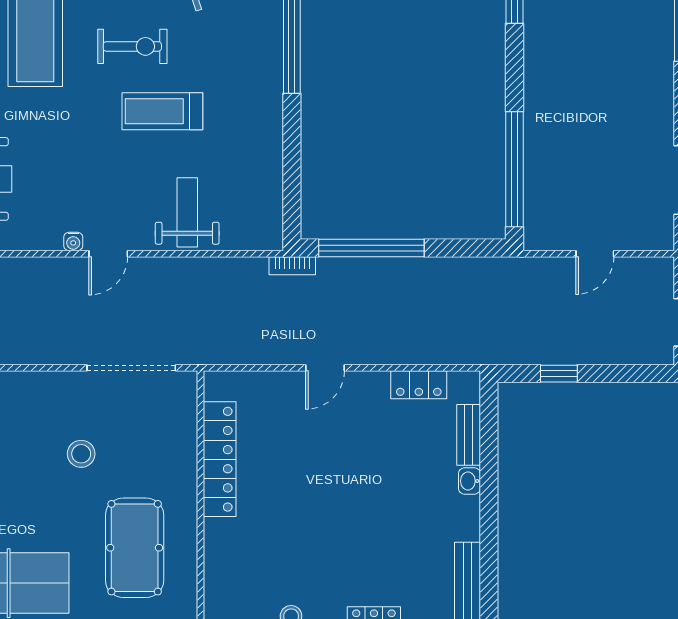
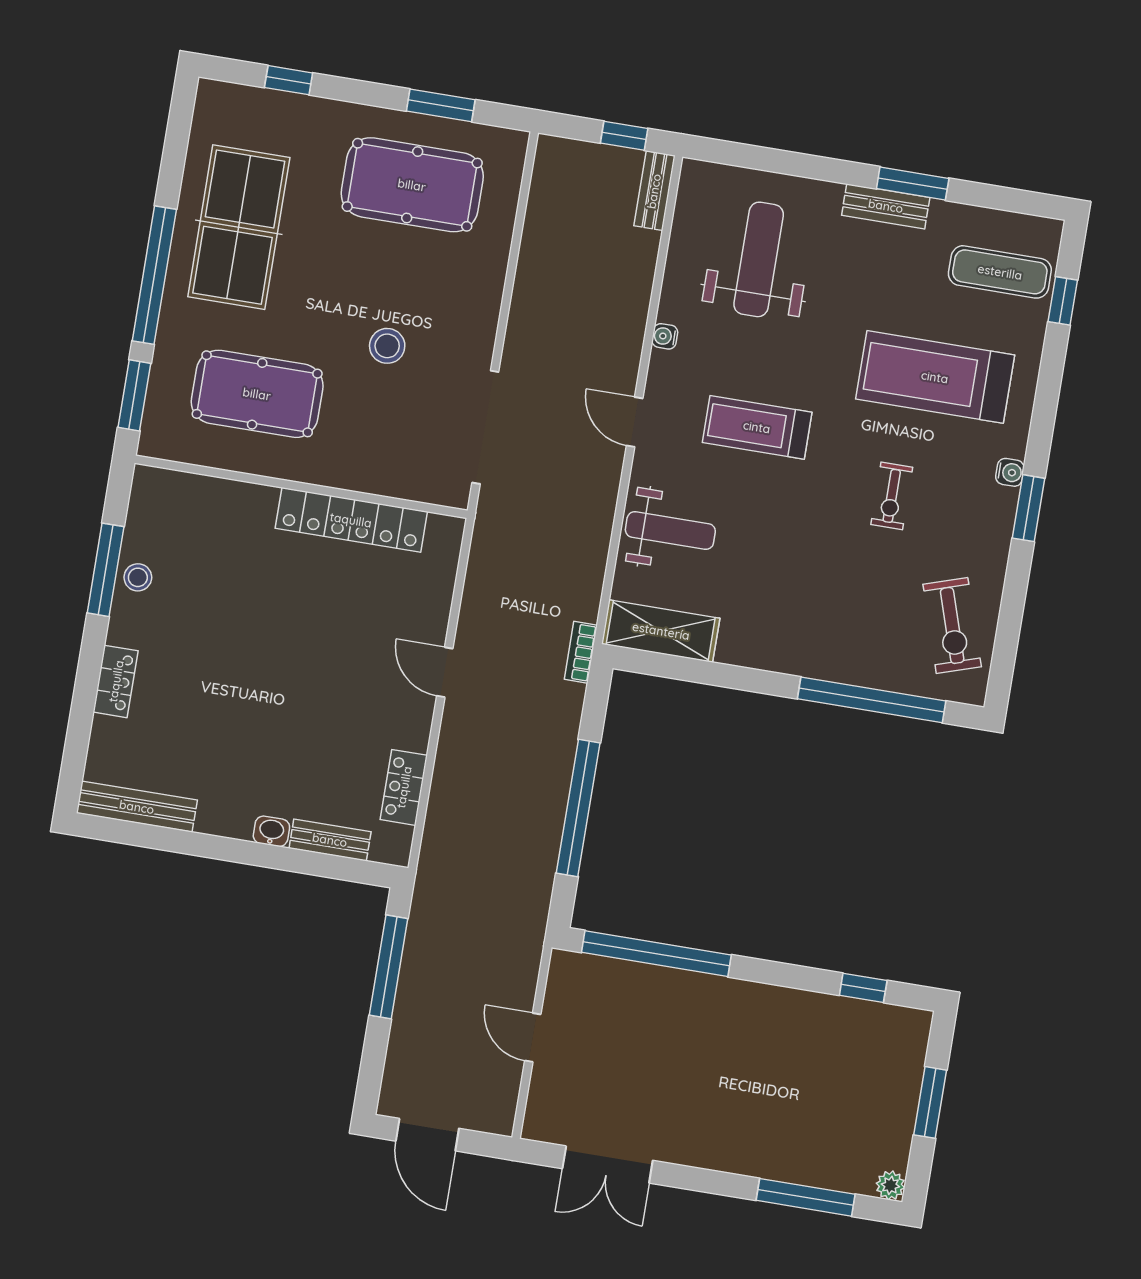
exercise bike: (132, 46) -> (892, 496), width x0.73, depth x0.72
treadmill: (162, 111) -> (757, 427), moved, turned -90
shelving: (266, 207) -> (661, 631), added
water cooler: (73, 241) -> (665, 336), moved
window: (371, 248) -> (578, 808), moved
window: (559, 374) -> (389, 967), width x2.17

